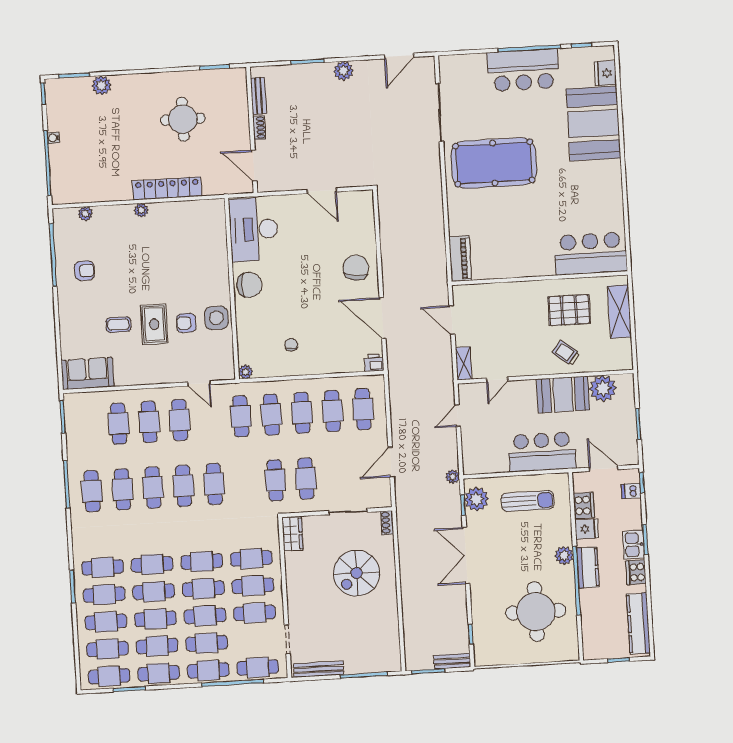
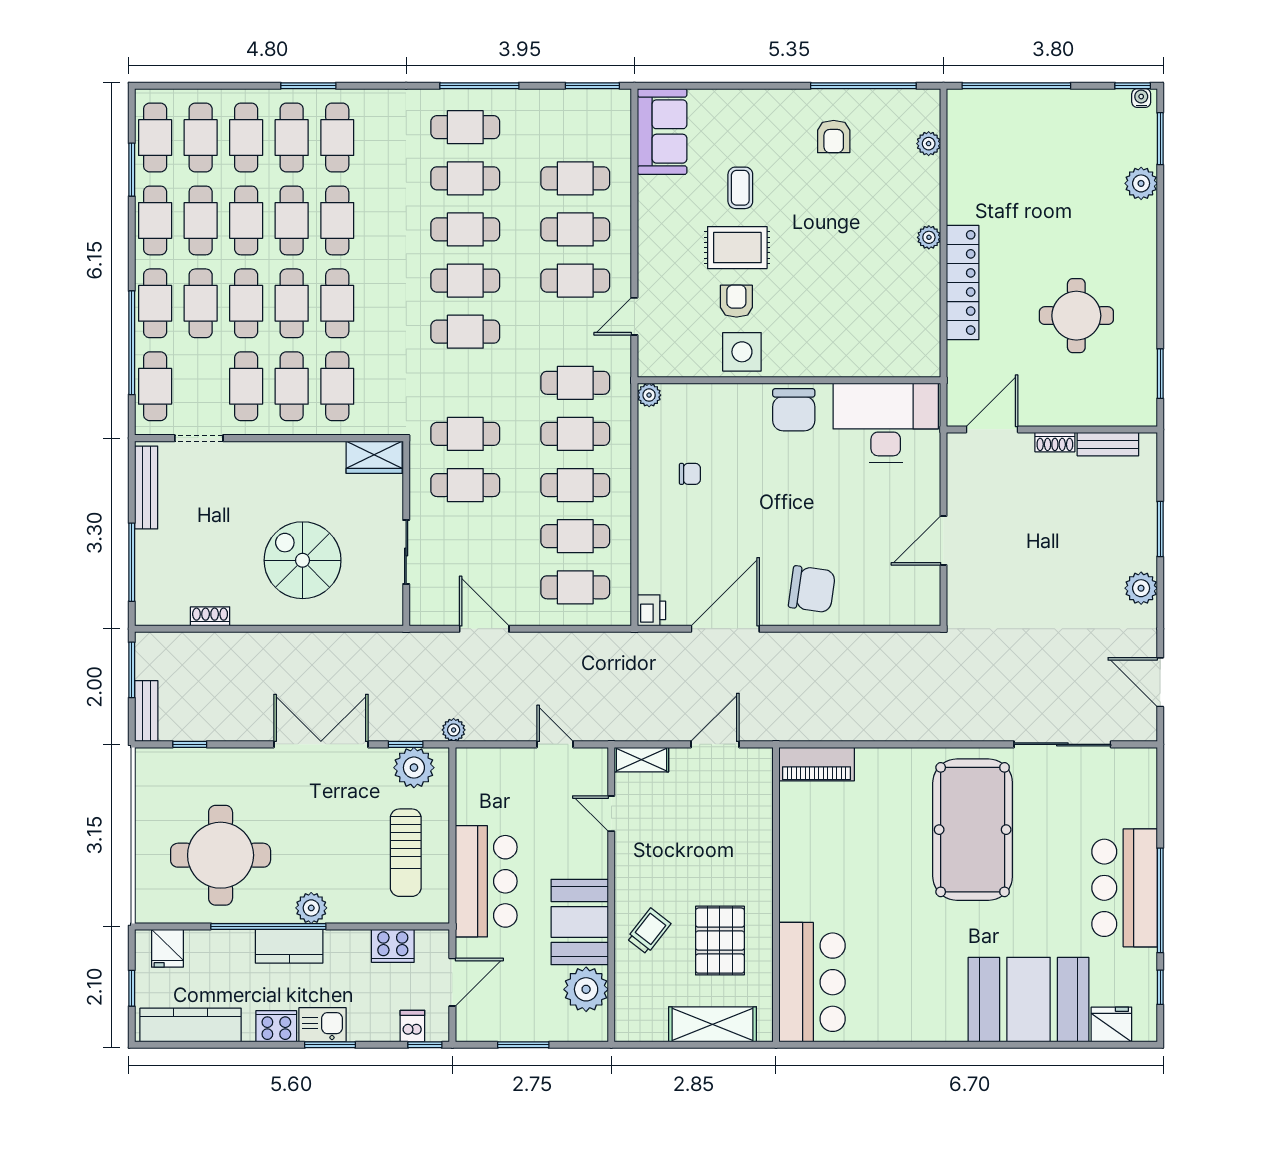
water cooler: (53, 138) -> (1141, 98), moved
shoe rack: (387, 523) -> (210, 616), moved
fridge: (587, 529) -> (167, 948), moved

